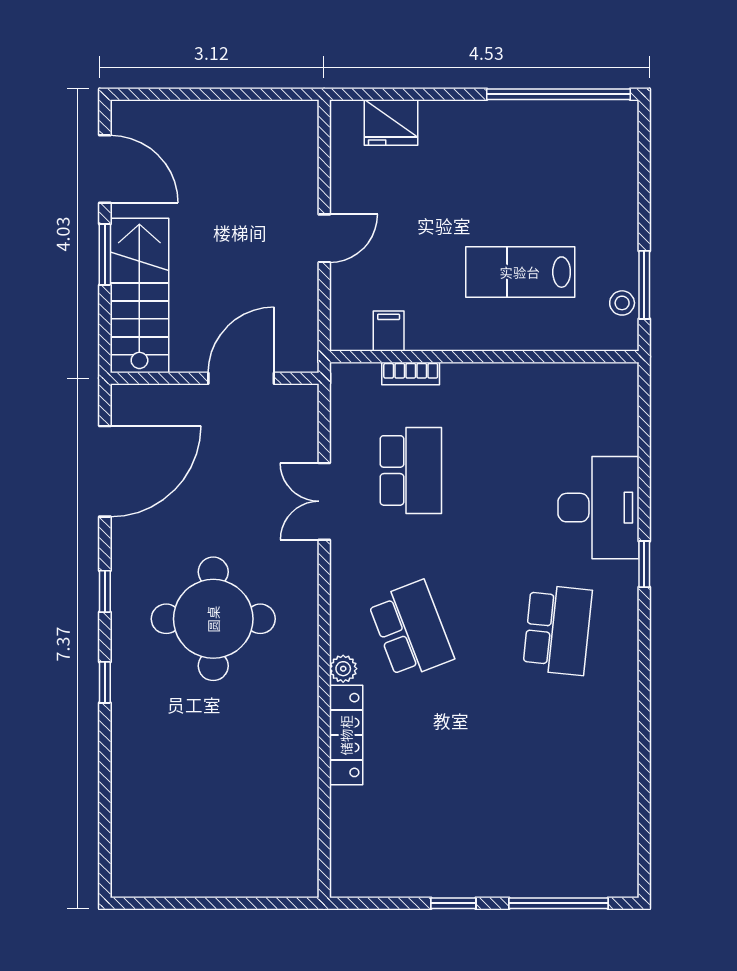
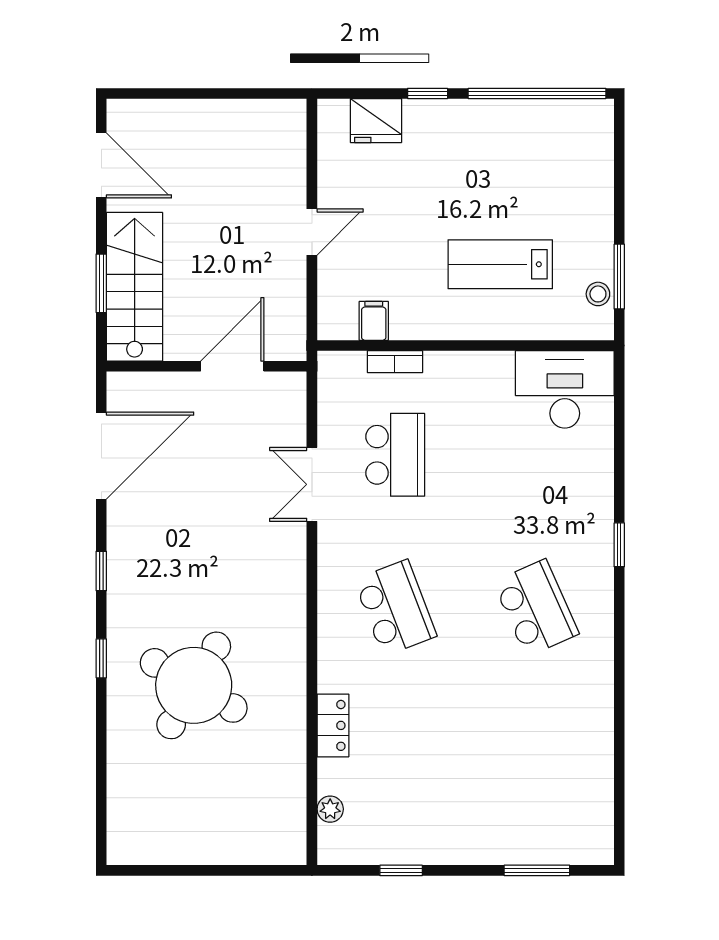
window: (445, 94) -> (428, 93), added
window: (105, 255) -> (101, 283), moved
desk: (598, 508) -> (565, 389), moved, turned -90
round table: (213, 619) -> (194, 685), moved, turned 30
school desk: (557, 630) -> (536, 608), turned -30
plant: (343, 669) -> (330, 809), moved
locker: (346, 735) -> (333, 725), width x0.66
window: (453, 903) -> (401, 870), moved
window: (558, 903) -> (537, 870), width x0.69

